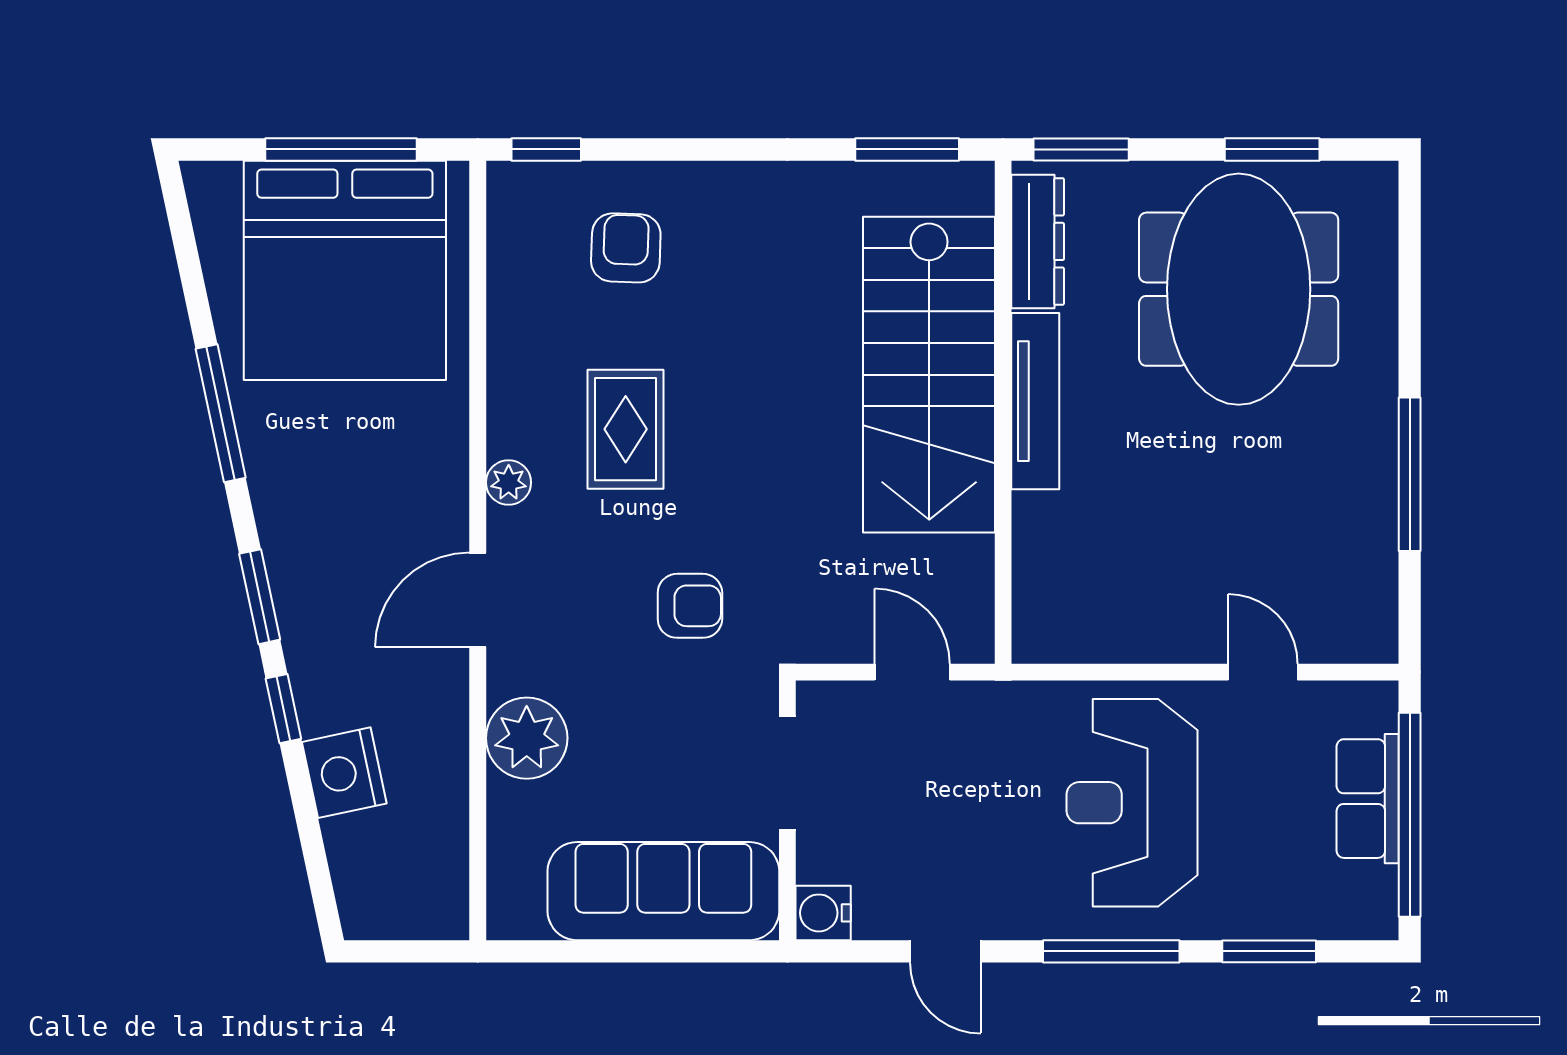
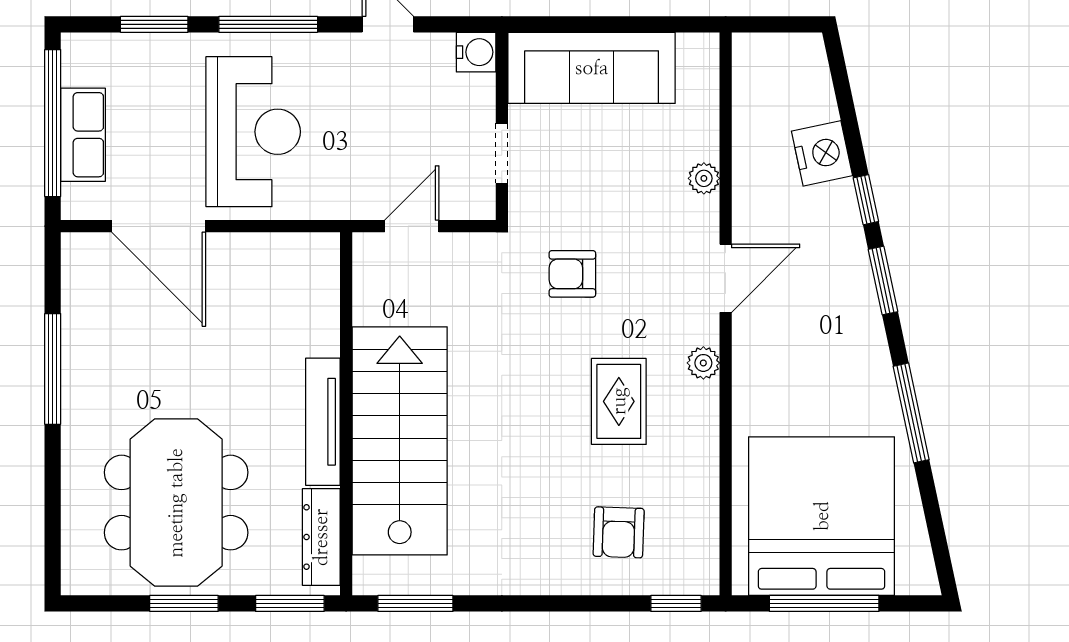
window: (1272, 149) -> (184, 603), moved
door: (912, 672) -> (412, 226), swing flipped
door: (1263, 672) -> (159, 226), width x1.88
plant: (527, 738) -> (704, 178), width x0.53, depth x0.53
doorway: (787, 773) -> (502, 153), width x0.73

